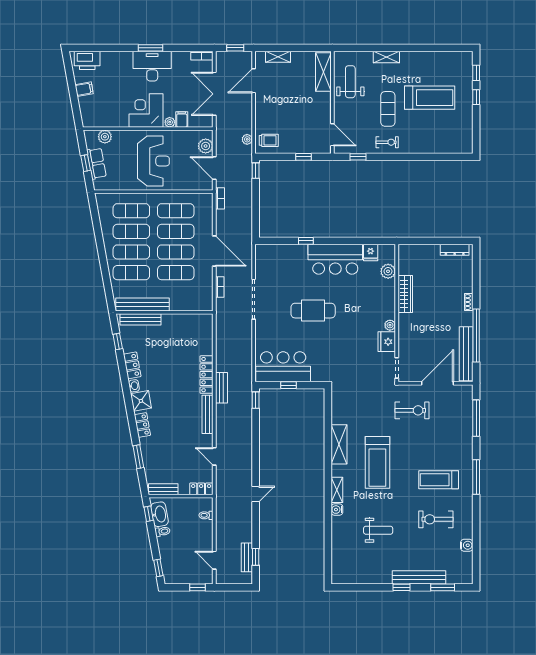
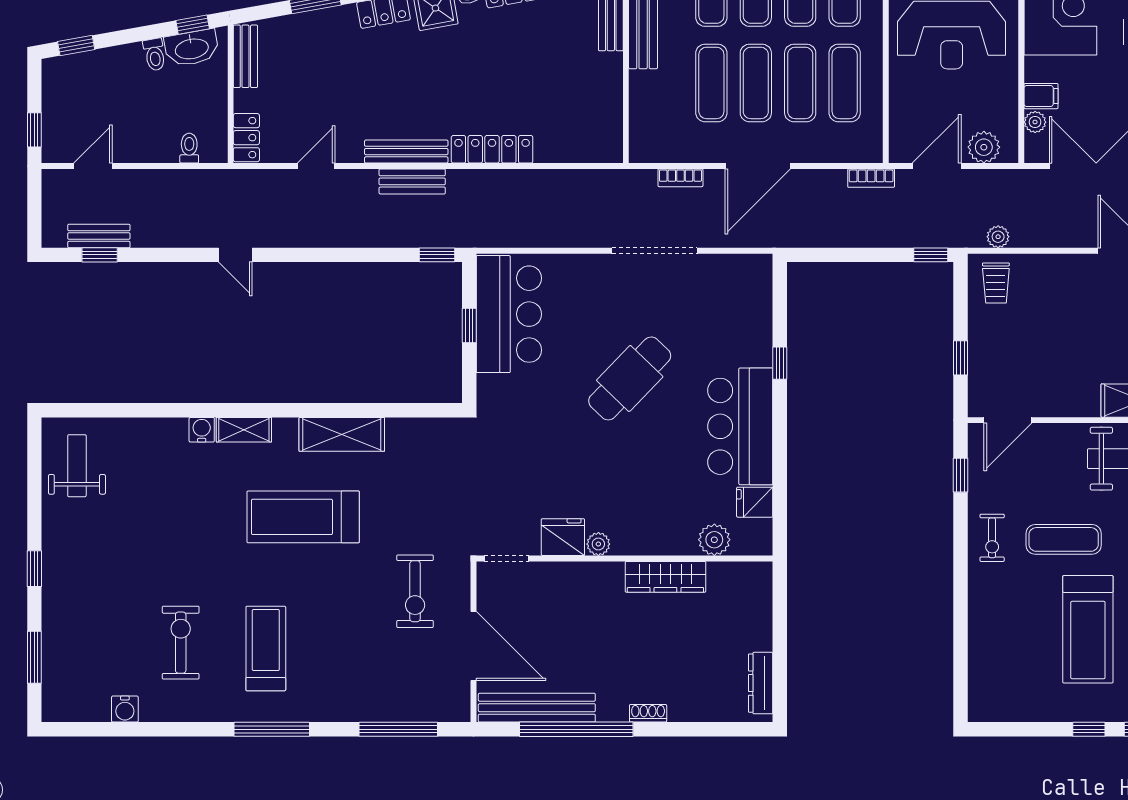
plant: (170, 122) -> (1035, 122), moved
cafe table: (313, 311) -> (630, 378), turned 44
bench: (221, 388) -> (412, 181), moved
weight bench: (378, 530) -> (77, 466), moved, turned 180
bench: (419, 577) -> (56, 606), removed

